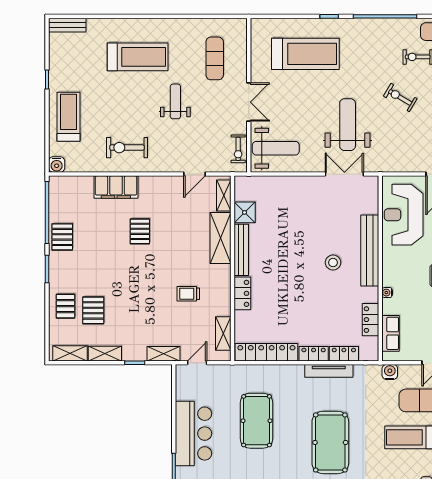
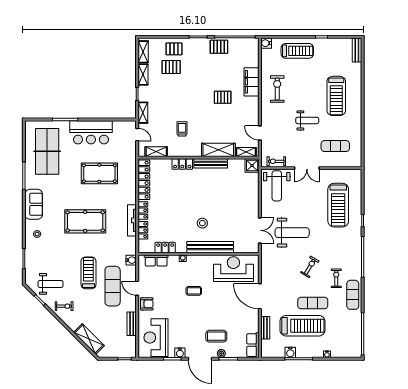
shower: (245, 212) -> (252, 165), moved

